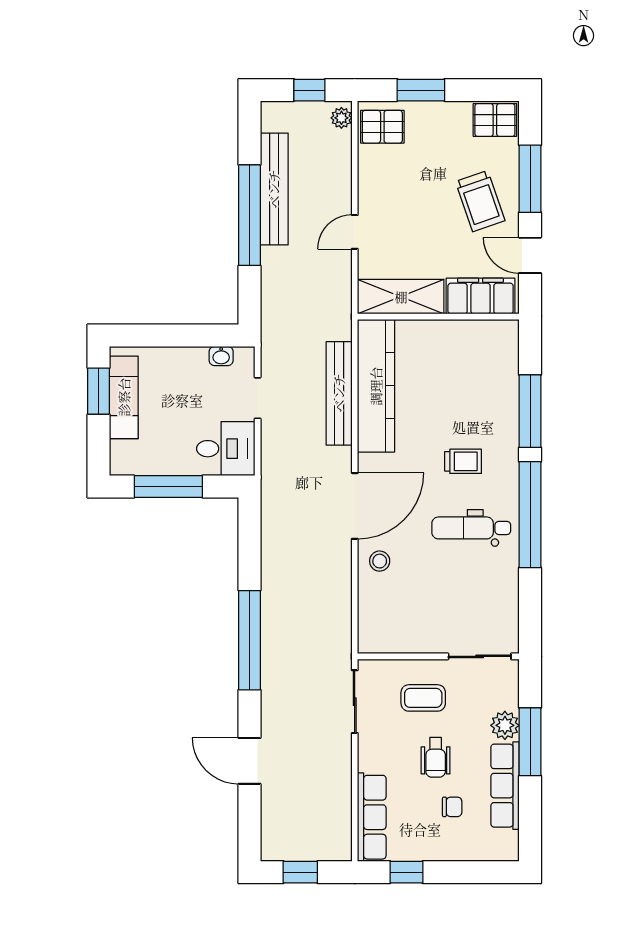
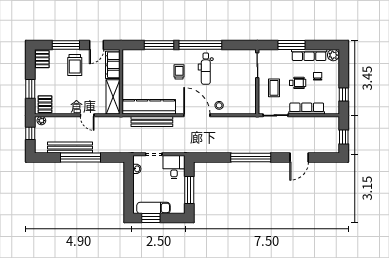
trolley: (480, 201) -> (75, 65), turned 109
plant: (505, 725) -> (333, 55), moved
row of seats: (372, 817) -> (307, 108), moved

